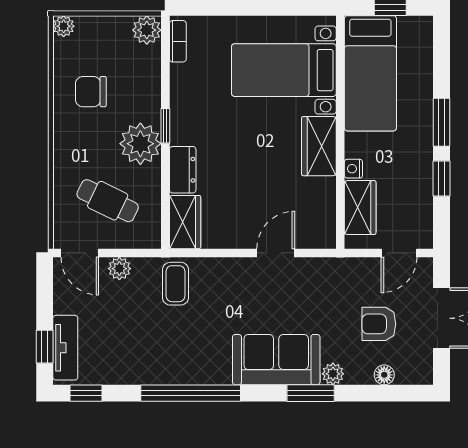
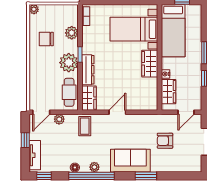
plant: (147, 30) -> (72, 33), moved
dresser: (183, 170) -> (88, 70), width x1.44
cafe table: (108, 201) -> (69, 92), moved, turned 64
door: (80, 253) -> (41, 112), hinge flipped
door: (276, 253) -> (117, 112), moved
armchair: (379, 324) -> (165, 141), moved
window: (45, 347) -> (25, 140), moved
plant: (333, 374) -> (94, 167), moved
floor lamp: (384, 375) -> (75, 167), moved

